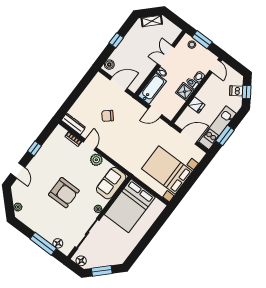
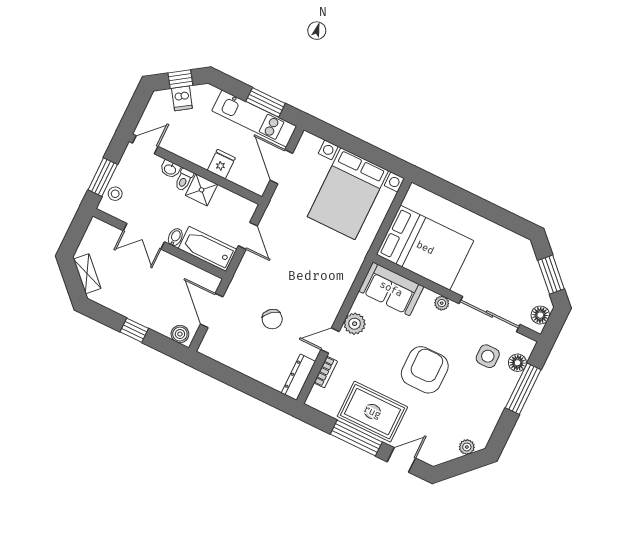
window: (34, 148) -> (356, 438), width x2.17
rug: (47, 160) -> (372, 412), added
side table: (65, 228) -> (488, 356), added

